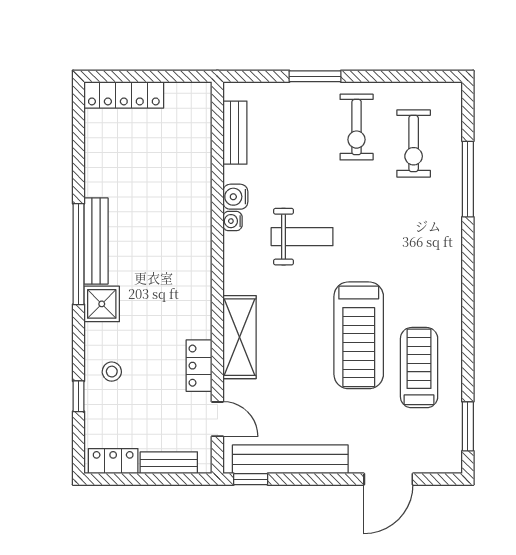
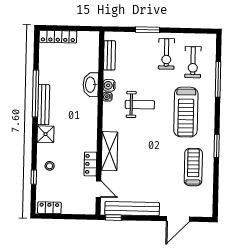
washbasin: (196, 196) -> (91, 85), added
window: (79, 254) -> (36, 93), moved
treadmill: (359, 335) -> (186, 112), moved
window: (468, 426) -> (217, 146), moved
bench: (169, 463) -> (75, 209), removed

